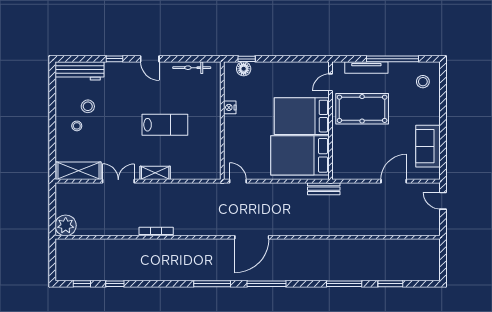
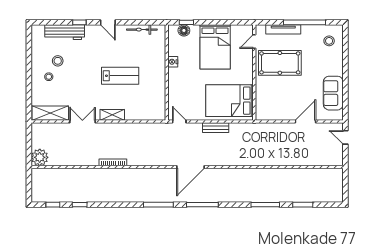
workbench: (80, 71) -> (65, 32), moved
bed: (302, 116) -> (215, 47), moved, turned -90
bench: (324, 189) -> (216, 128), moved

